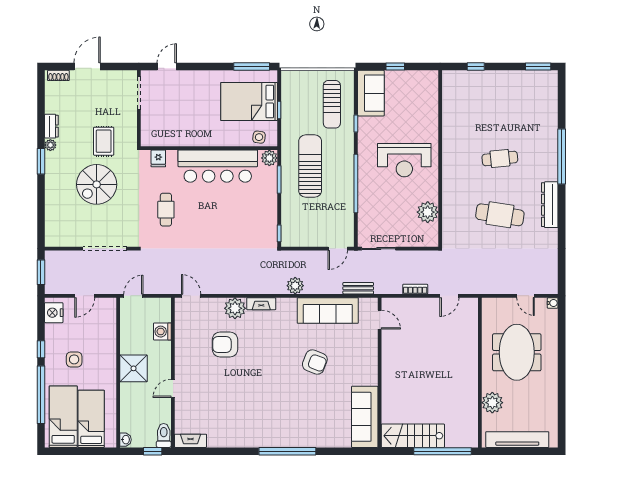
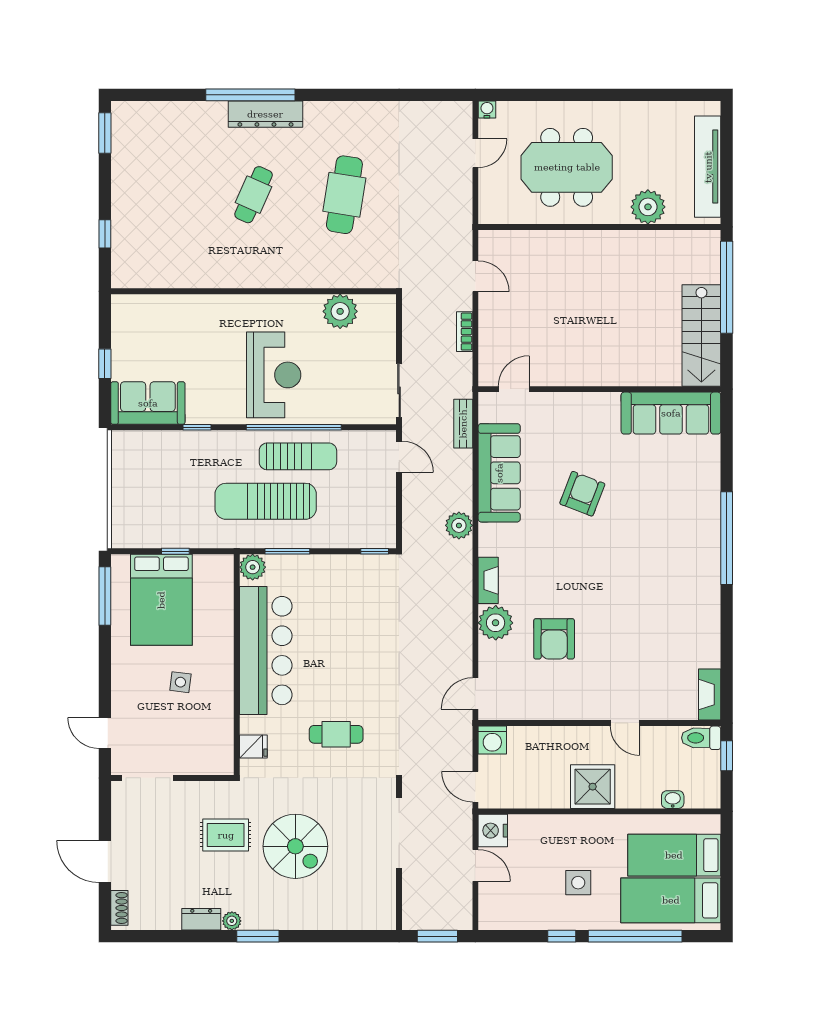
sun lounger: (332, 104) -> (298, 456), moved
side table: (259, 137) -> (180, 682), moved
cafe table: (500, 159) -> (254, 195), turned 30
reception desk: (404, 160) -> (274, 375), moved
dresser: (550, 205) -> (265, 114), moved
nightstand: (54, 313) -> (493, 831), moved, turned 90
washing machine: (162, 332) -> (492, 740), moved
washbasin: (126, 440) -> (673, 800), moved

